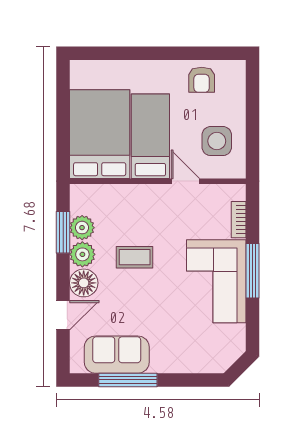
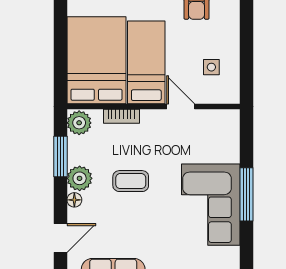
side table: (217, 141) -> (211, 67), width x0.54, depth x0.54
bookcase: (239, 220) -> (121, 116), moved, turned -90
plant: (82, 228) -> (79, 123), moved
floor lamp: (84, 283) -> (74, 200), width x0.53, depth x0.53

